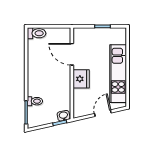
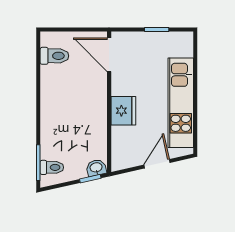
toilet: (37, 33) -> (54, 56), moved
door: (72, 54) -> (109, 55), moved
toilet: (35, 101) -> (52, 167), moved

